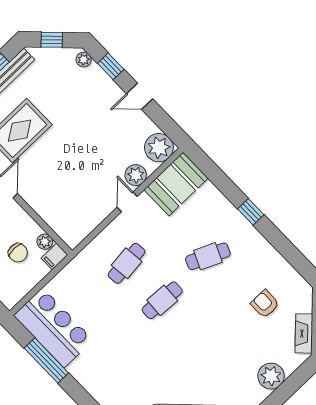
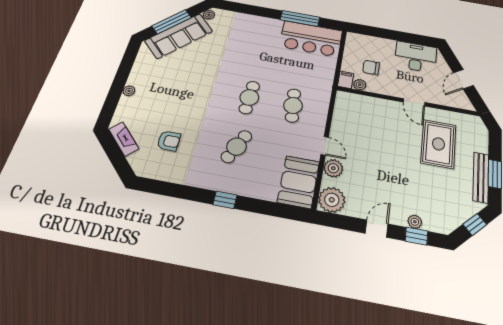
plant: (84, 60) -> (415, 222), moved
plant: (271, 376) -> (129, 91), width x0.53, depth x0.53

